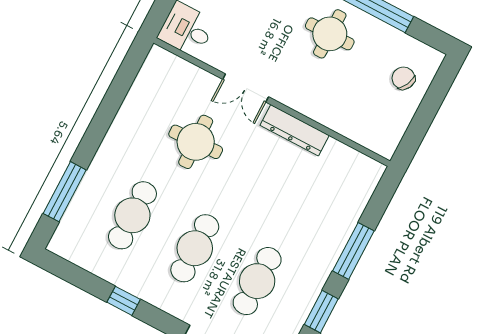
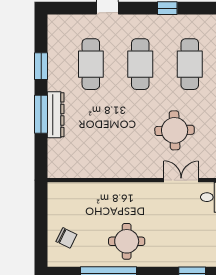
double door: (246, 88) -> (181, 180), moved
dresser: (295, 130) -> (56, 115), moved, turned 90

